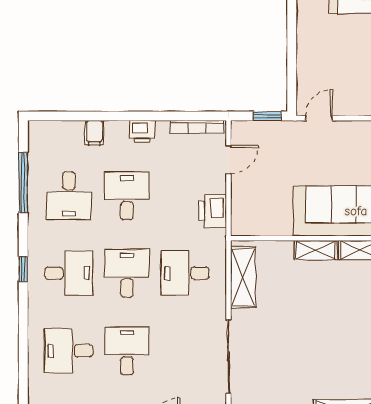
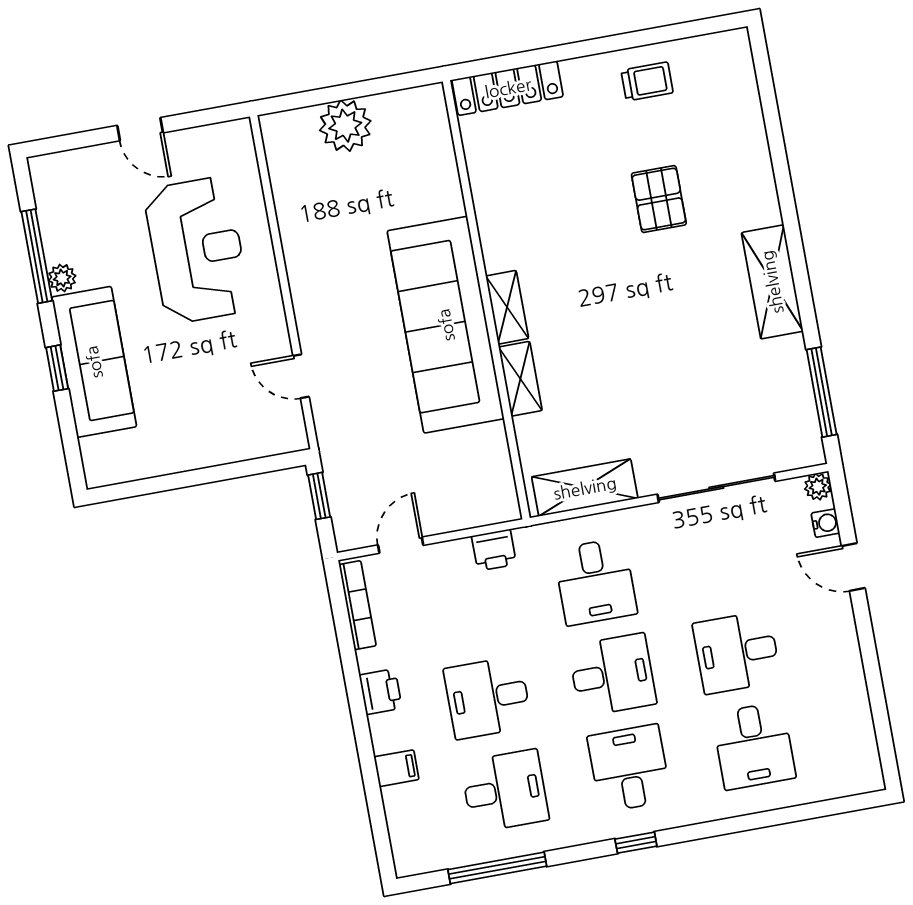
door: (319, 118) -> (301, 376), moved
door: (228, 160) -> (401, 545), hinge flipped
printer: (213, 211) -> (494, 550), width x0.73, depth x0.81
desk: (127, 273) -> (612, 675), turned 180

